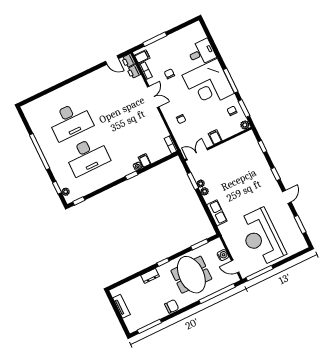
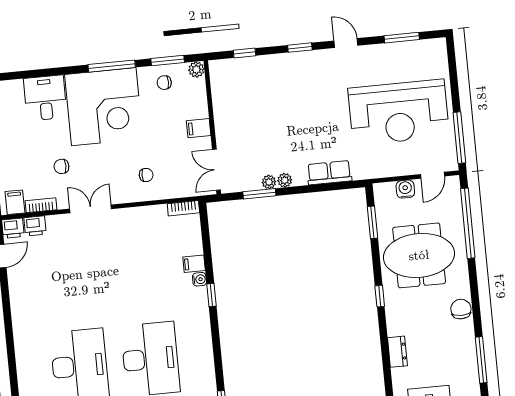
dresser: (150, 276) -> (397, 352), moved

